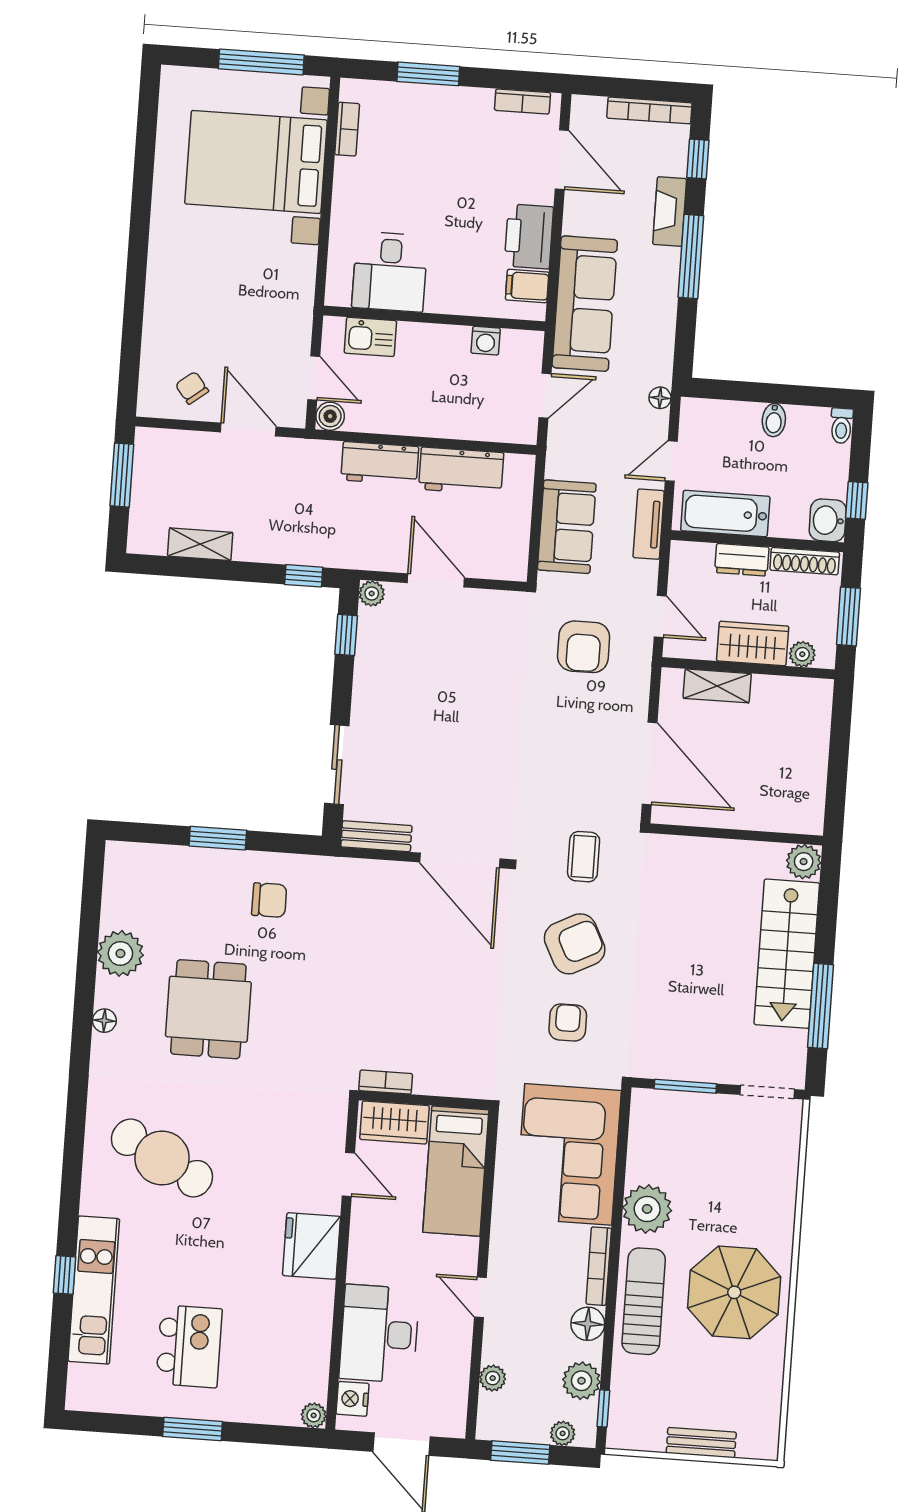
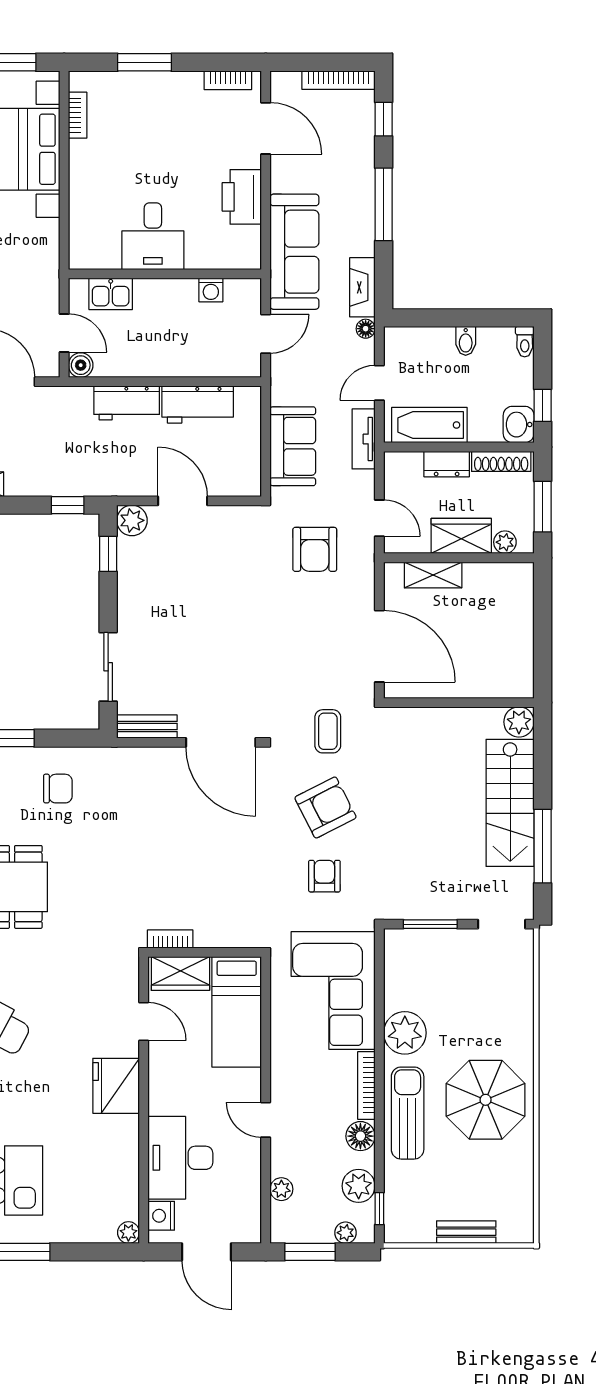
fireplace: (670, 212) -> (362, 287), moved
desk: (390, 272) -> (153, 236), moved
filing cabinet: (527, 286) -> (243, 240), removed
plant: (372, 594) -> (132, 520), width x1.38, depth x1.38

